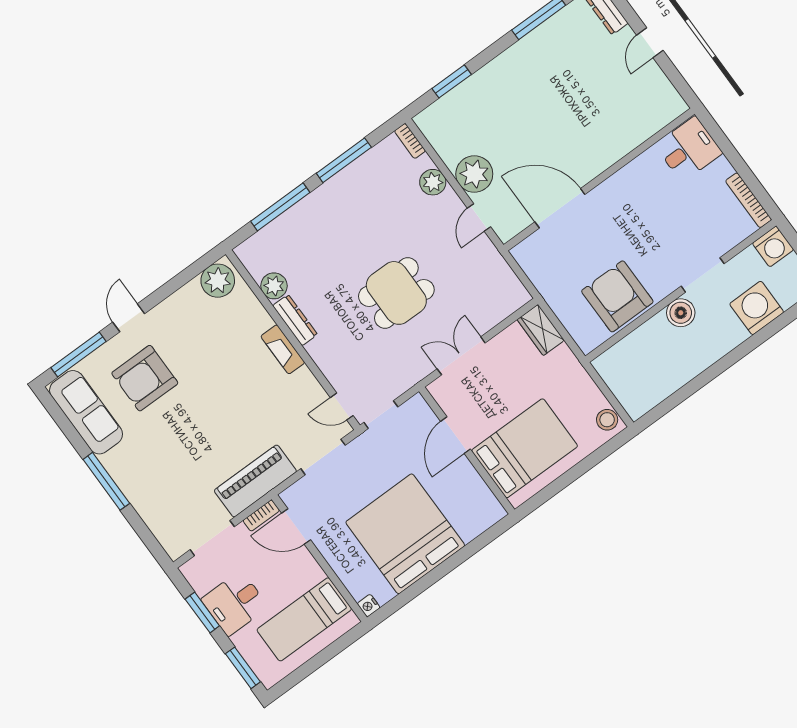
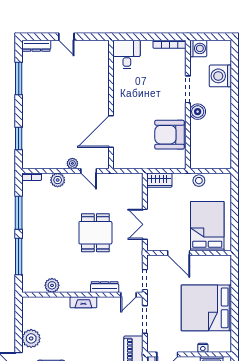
plant: (474, 174) -> (72, 163), width x0.53, depth x0.53
plant: (218, 281) -> (31, 338), moved
dresser: (295, 320) -> (105, 287), moved
stool: (607, 420) -> (199, 181), moved
nightstand: (369, 606) -> (203, 348), moved

